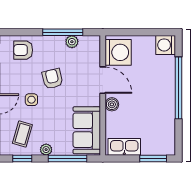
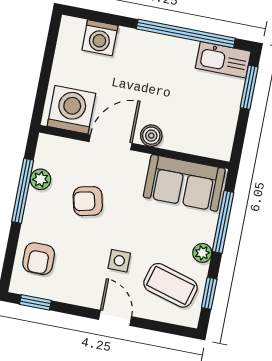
washing machine: (166, 45) -> (100, 38), moved
armchair: (52, 79) -> (88, 201), moved
window: (178, 88) -> (186, 34), moved
coffee table: (22, 134) -> (170, 285), width x1.36, depth x1.30
kitchen sink: (124, 147) -> (223, 60), moved, turned -90

